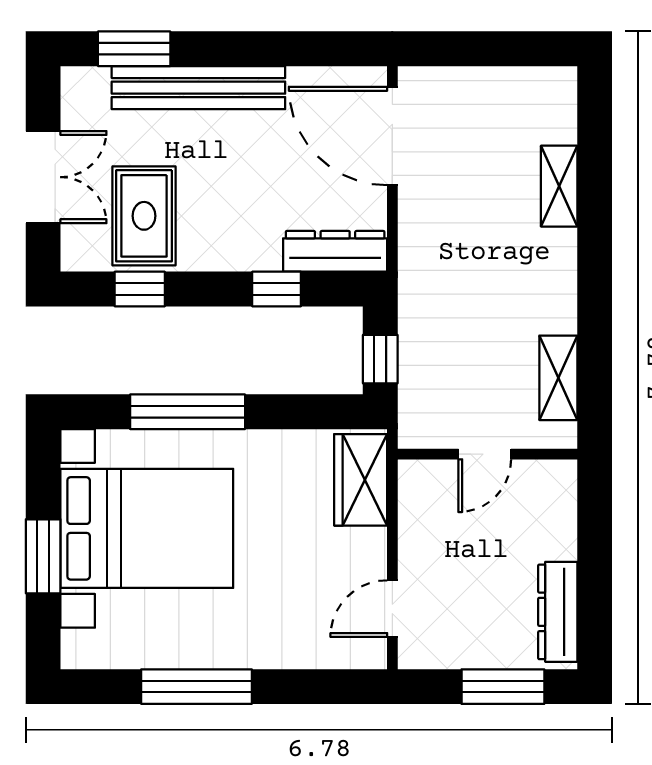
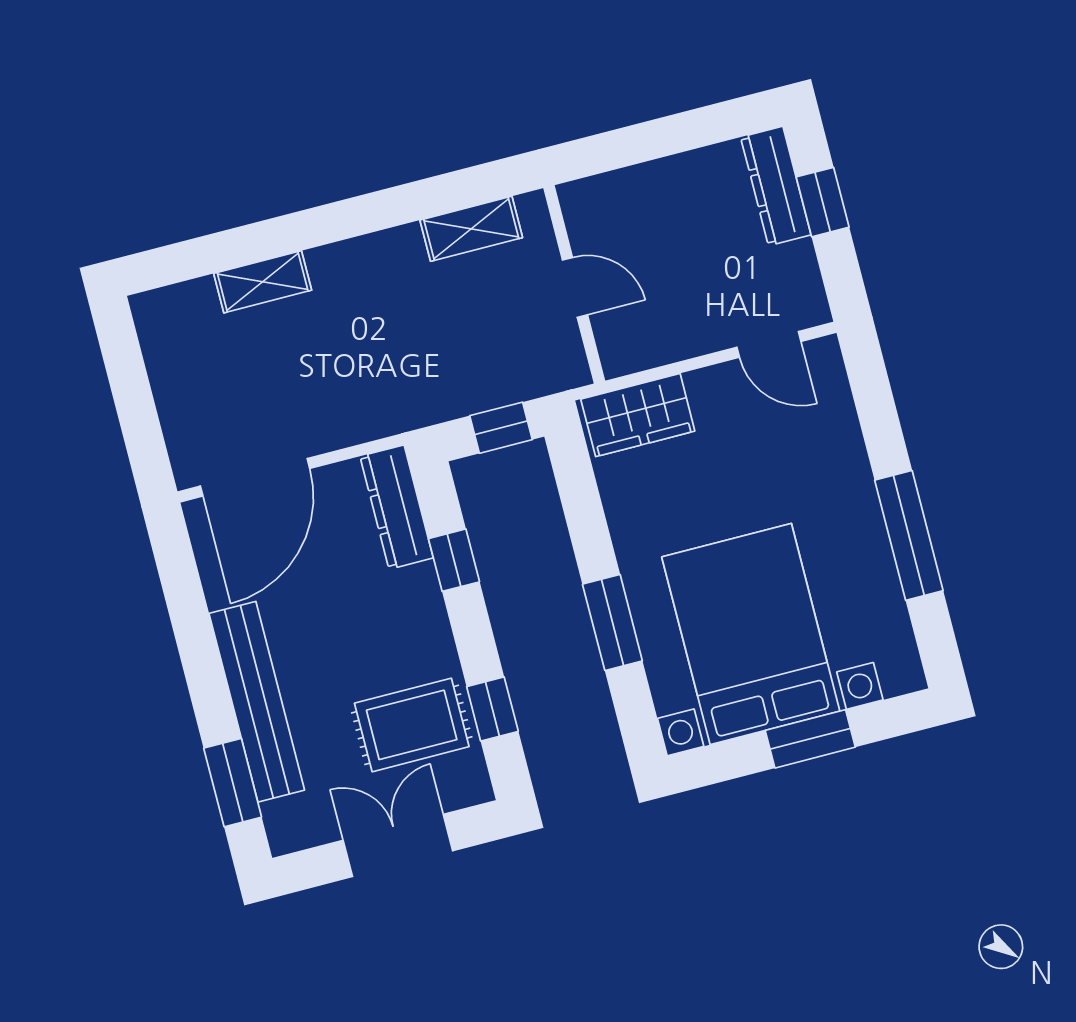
window: (188, 412) -> (612, 622), width x0.69
dresser: (558, 612) -> (776, 186), moved, turned 90
window: (503, 687) -> (823, 202), width x0.67

